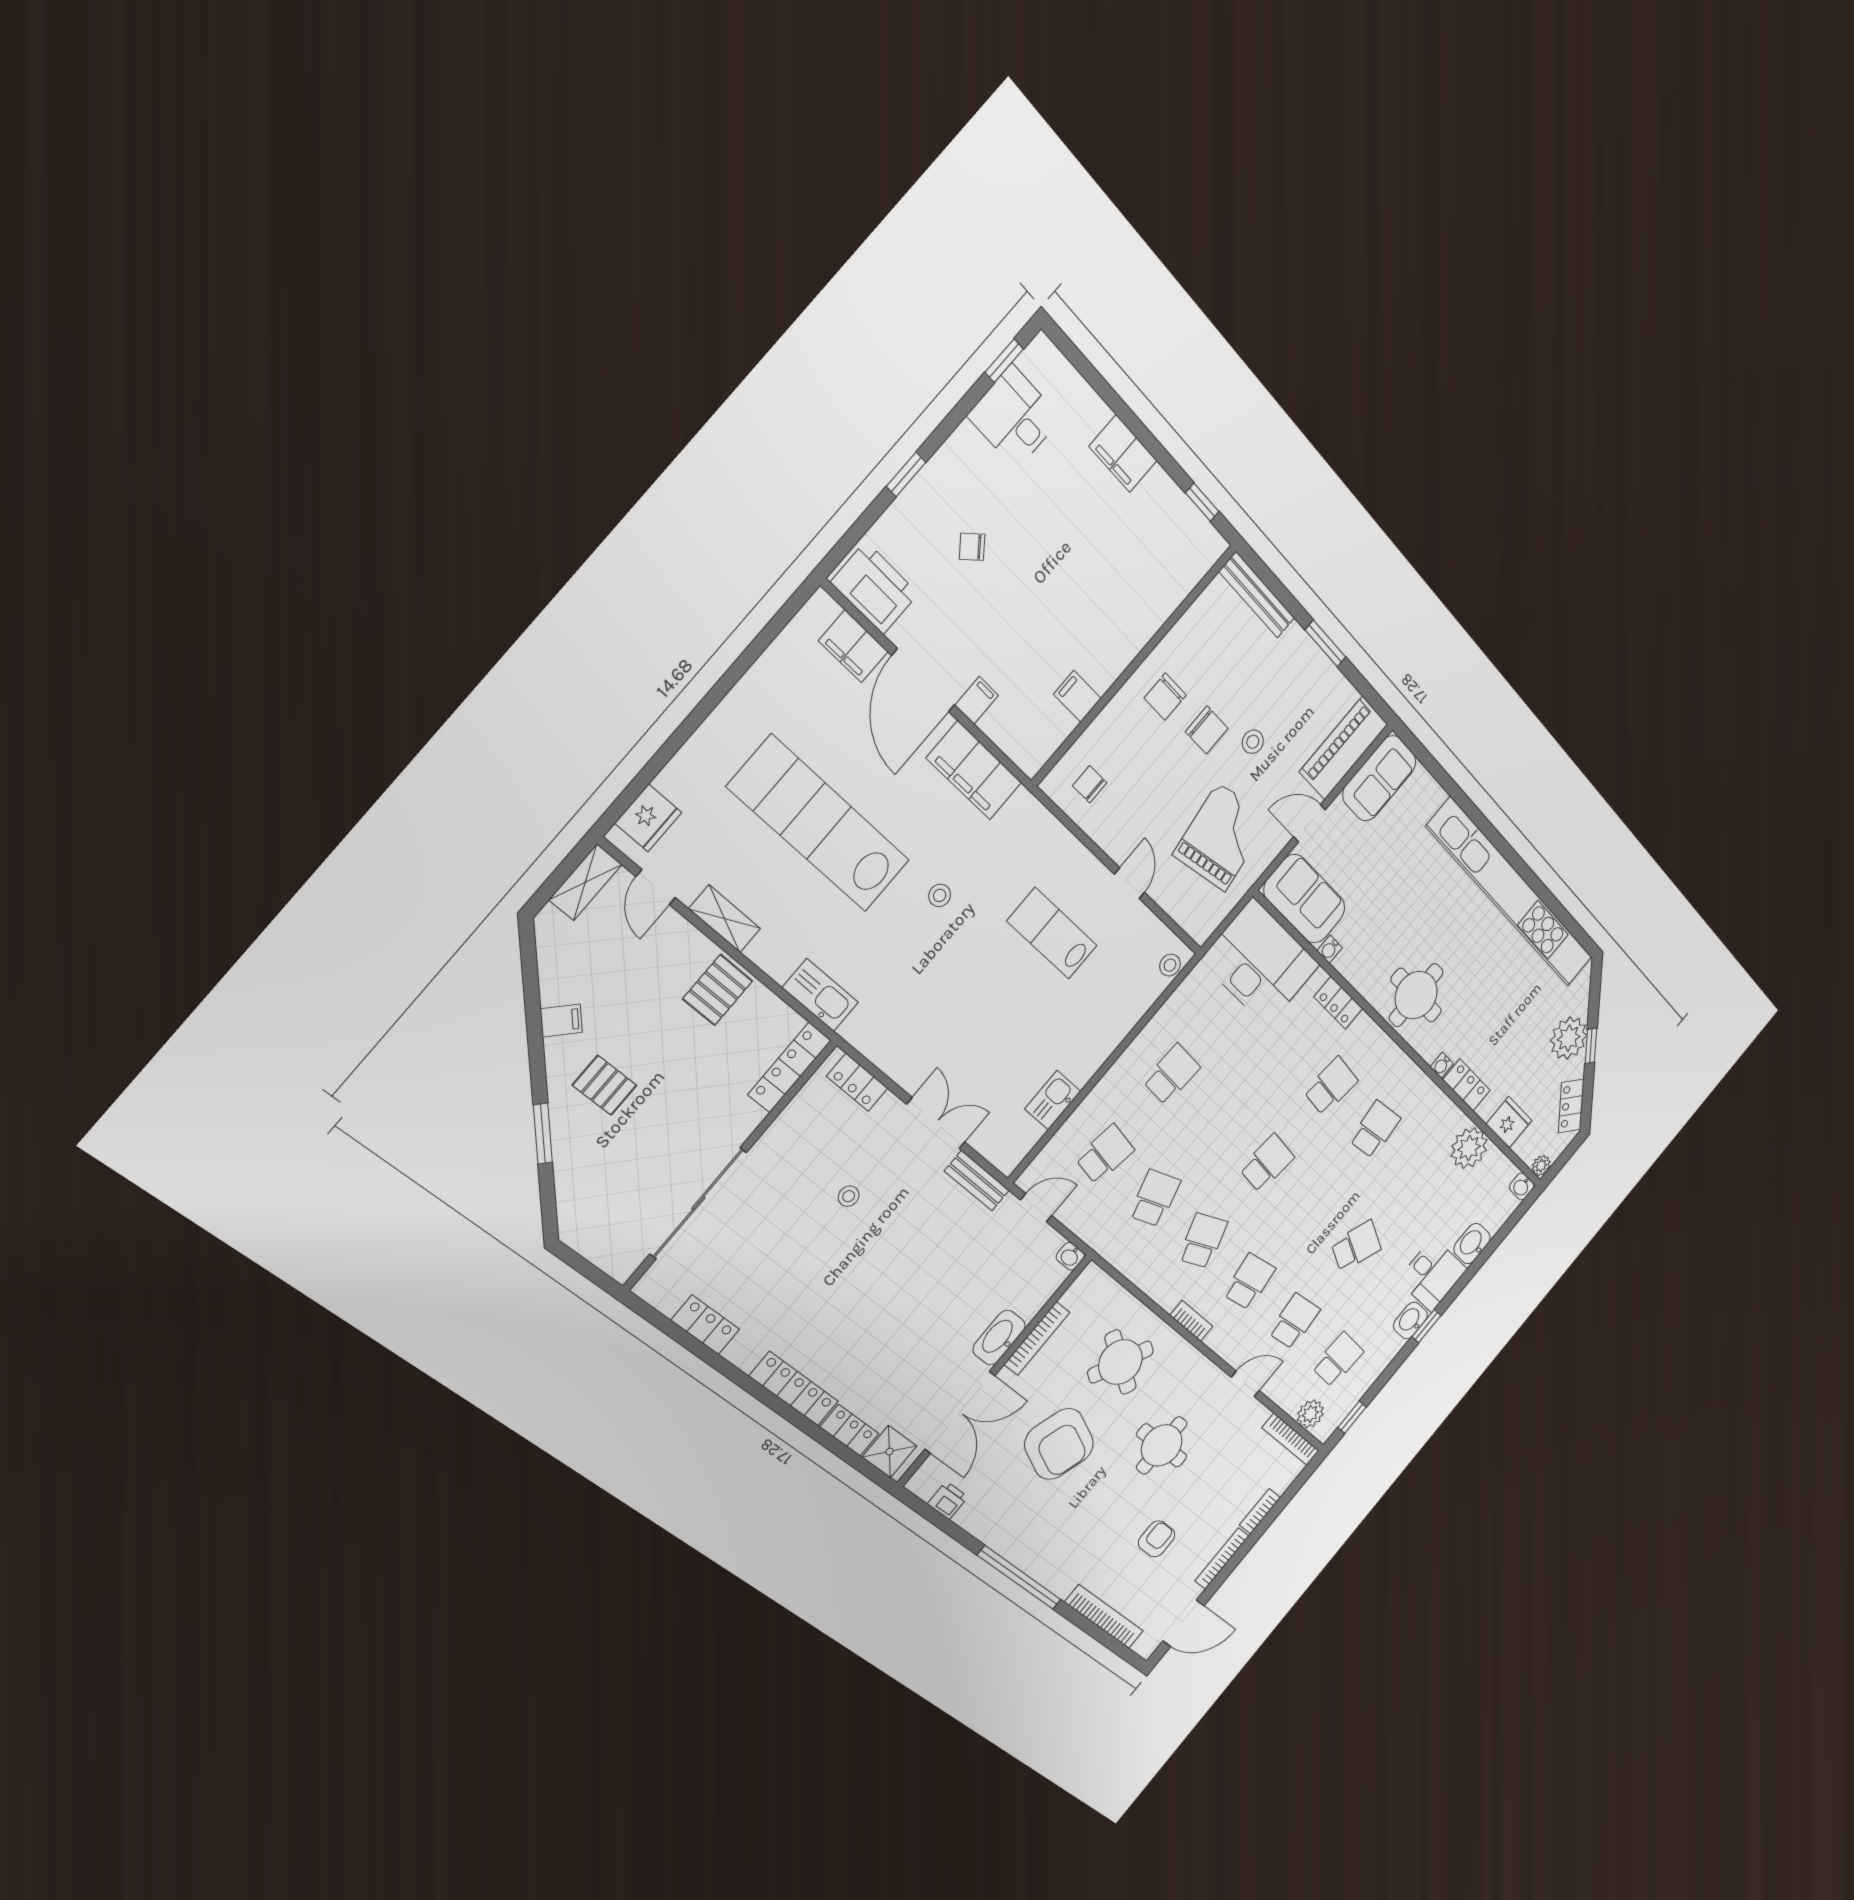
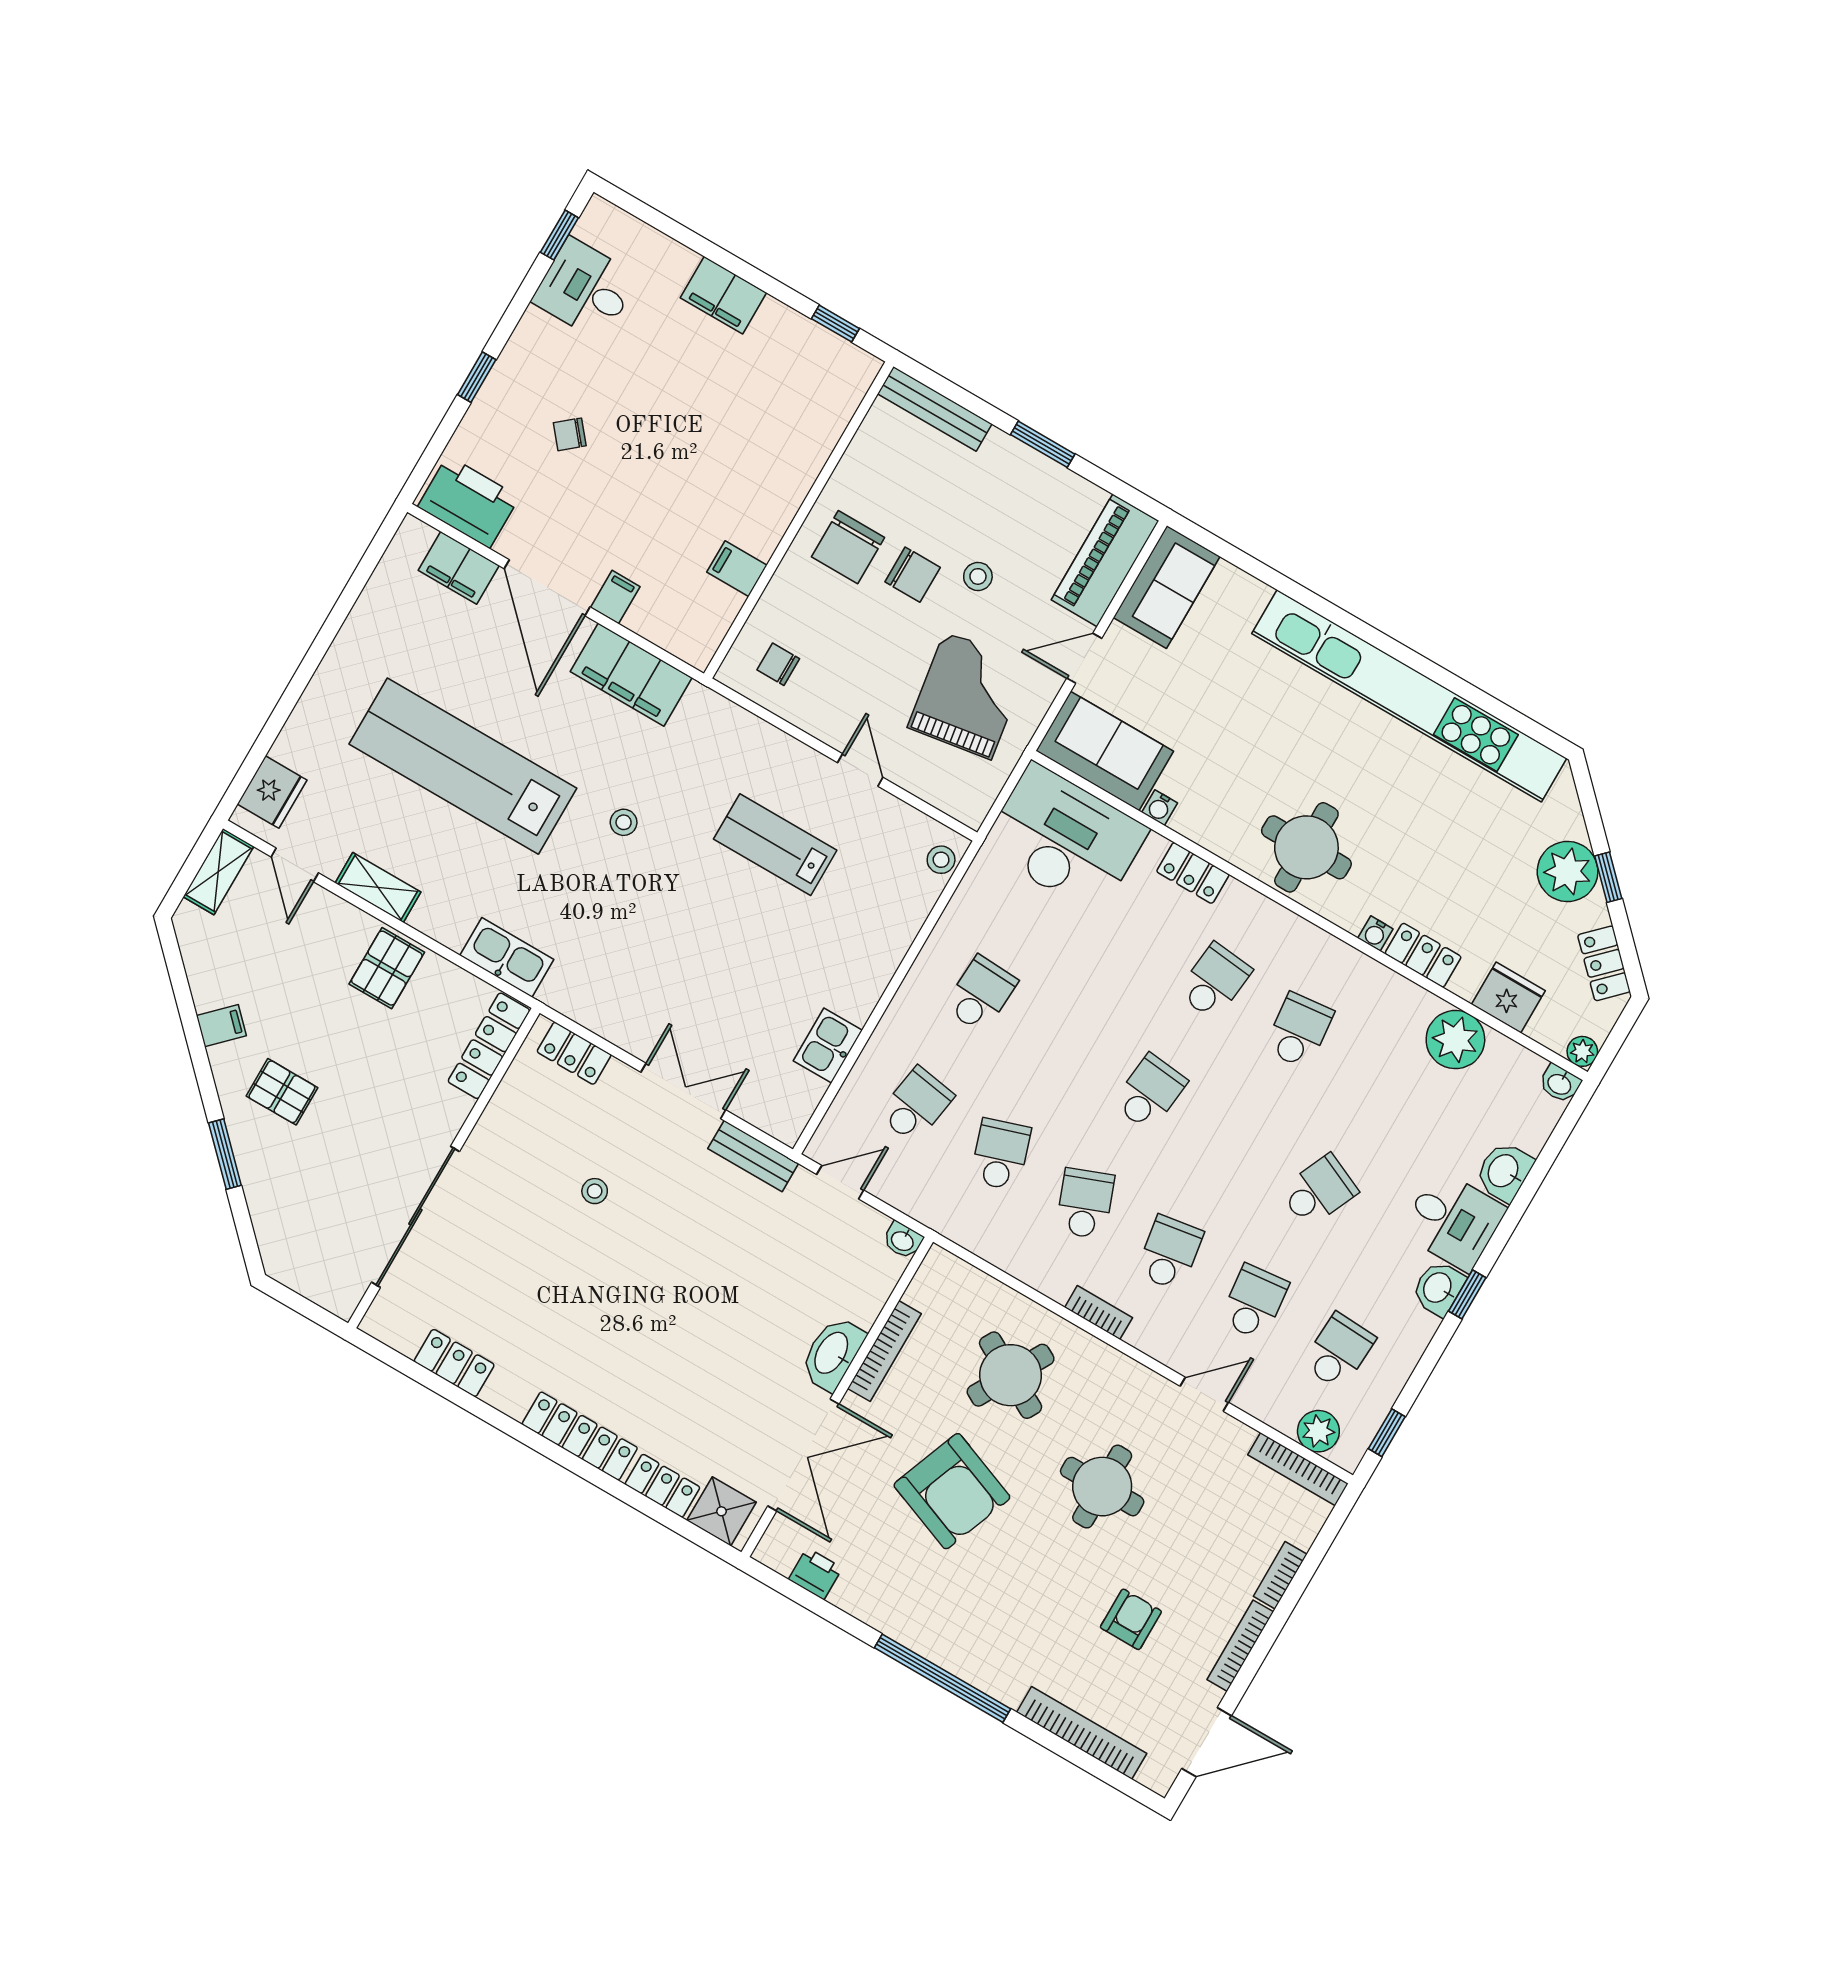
chair: (1165, 697) -> (848, 547), width x1.37, depth x1.37

